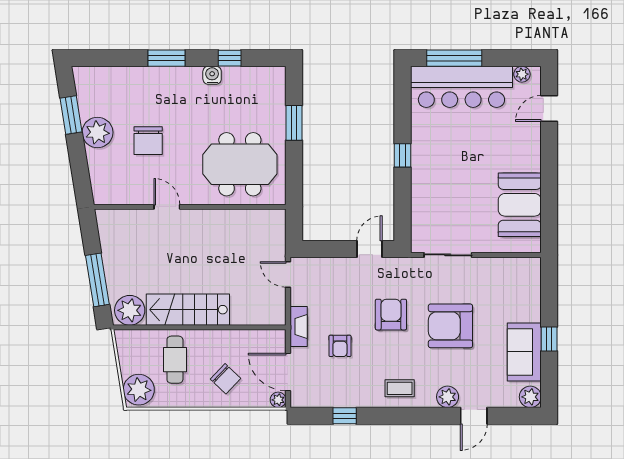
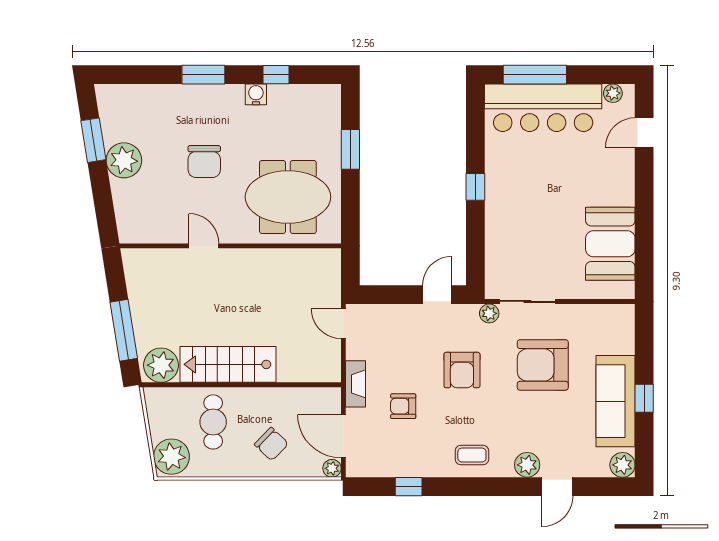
chair: (148, 141) -> (204, 162), moved
plant: (415, 265) -> (489, 313), added
armchair: (391, 315) -> (462, 370), turned 180
armchair: (450, 326) -> (543, 365), moved
armchair: (340, 346) -> (403, 406), turned 90
sofa: (524, 352) -> (616, 401), width x1.36

